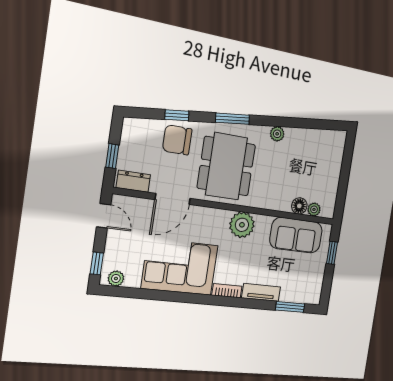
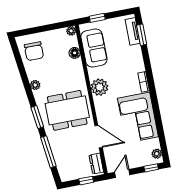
window: (177, 115) -> (48, 152), width x2.17
chair: (177, 140) -> (34, 51), moved
plant: (314, 209) -> (71, 31), moved
tv unit: (261, 292) -> (133, 31), moved

